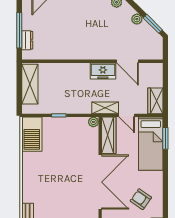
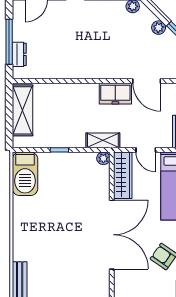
shelving: (105, 108) -> (103, 140), moved

